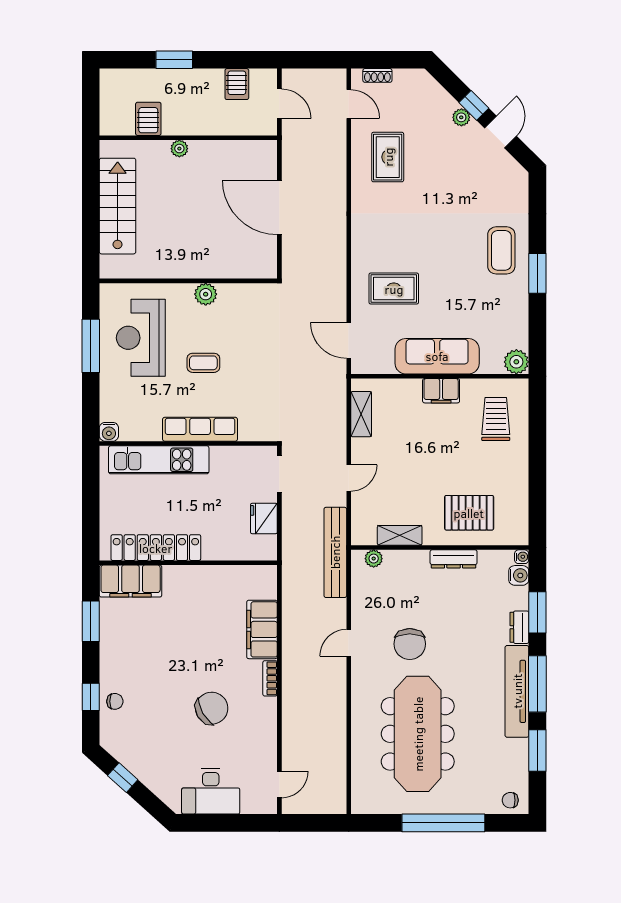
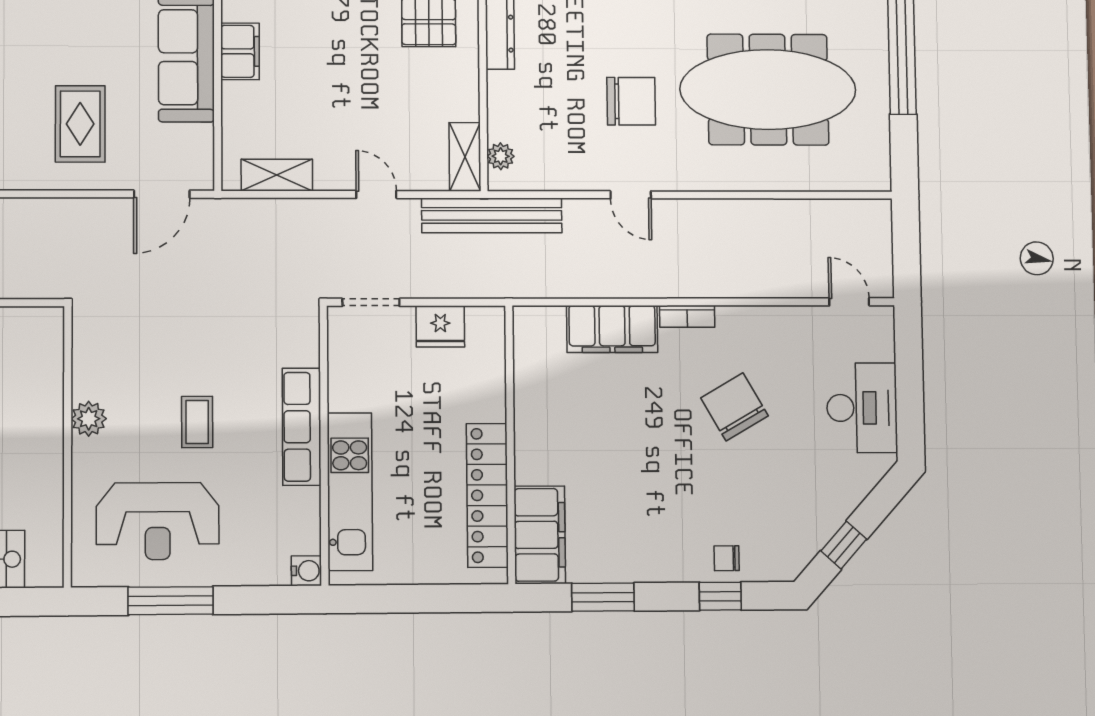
shelving: (400, 535) -> (465, 157), moved
chair: (115, 701) -> (727, 558), turned -90

